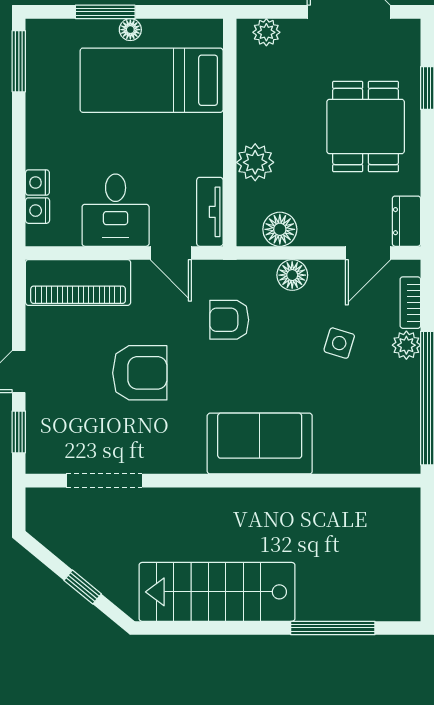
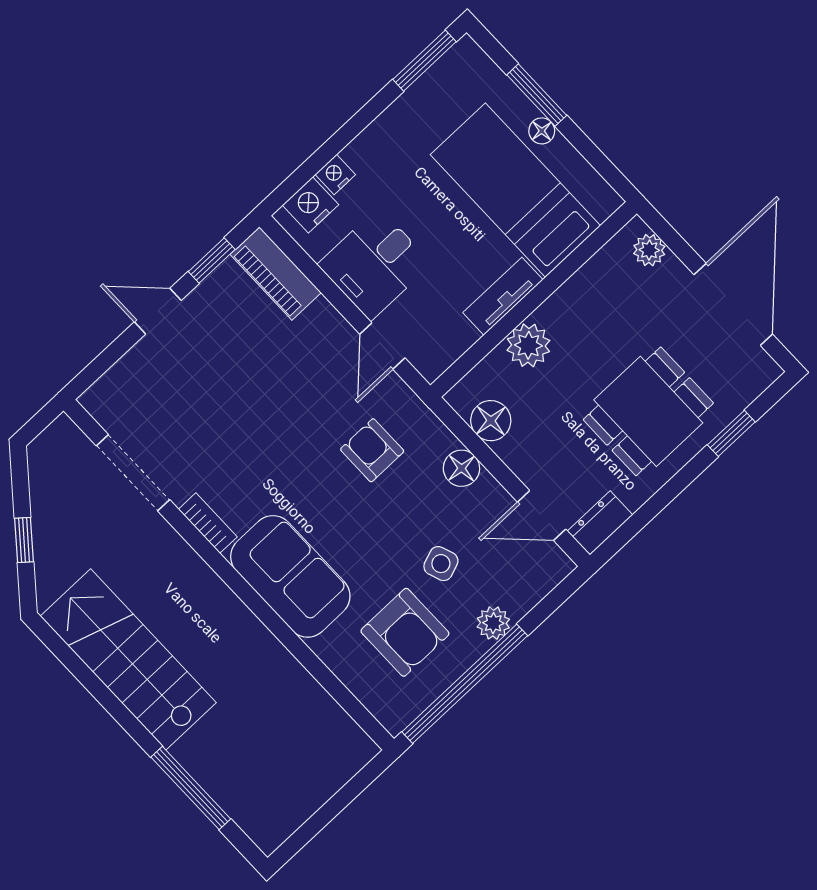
nightstand: (38, 211) -> (310, 205), width x1.39, depth x1.35
tv unit: (210, 212) -> (503, 296), moved
piano: (78, 282) -> (276, 273), width x0.73, depth x0.75
bookcase: (410, 303) -> (208, 523), moved, turned 90
side table: (339, 343) -> (441, 564), turned -37
armchair: (140, 373) -> (405, 632), moved
window: (19, 432) -> (212, 260), moved

